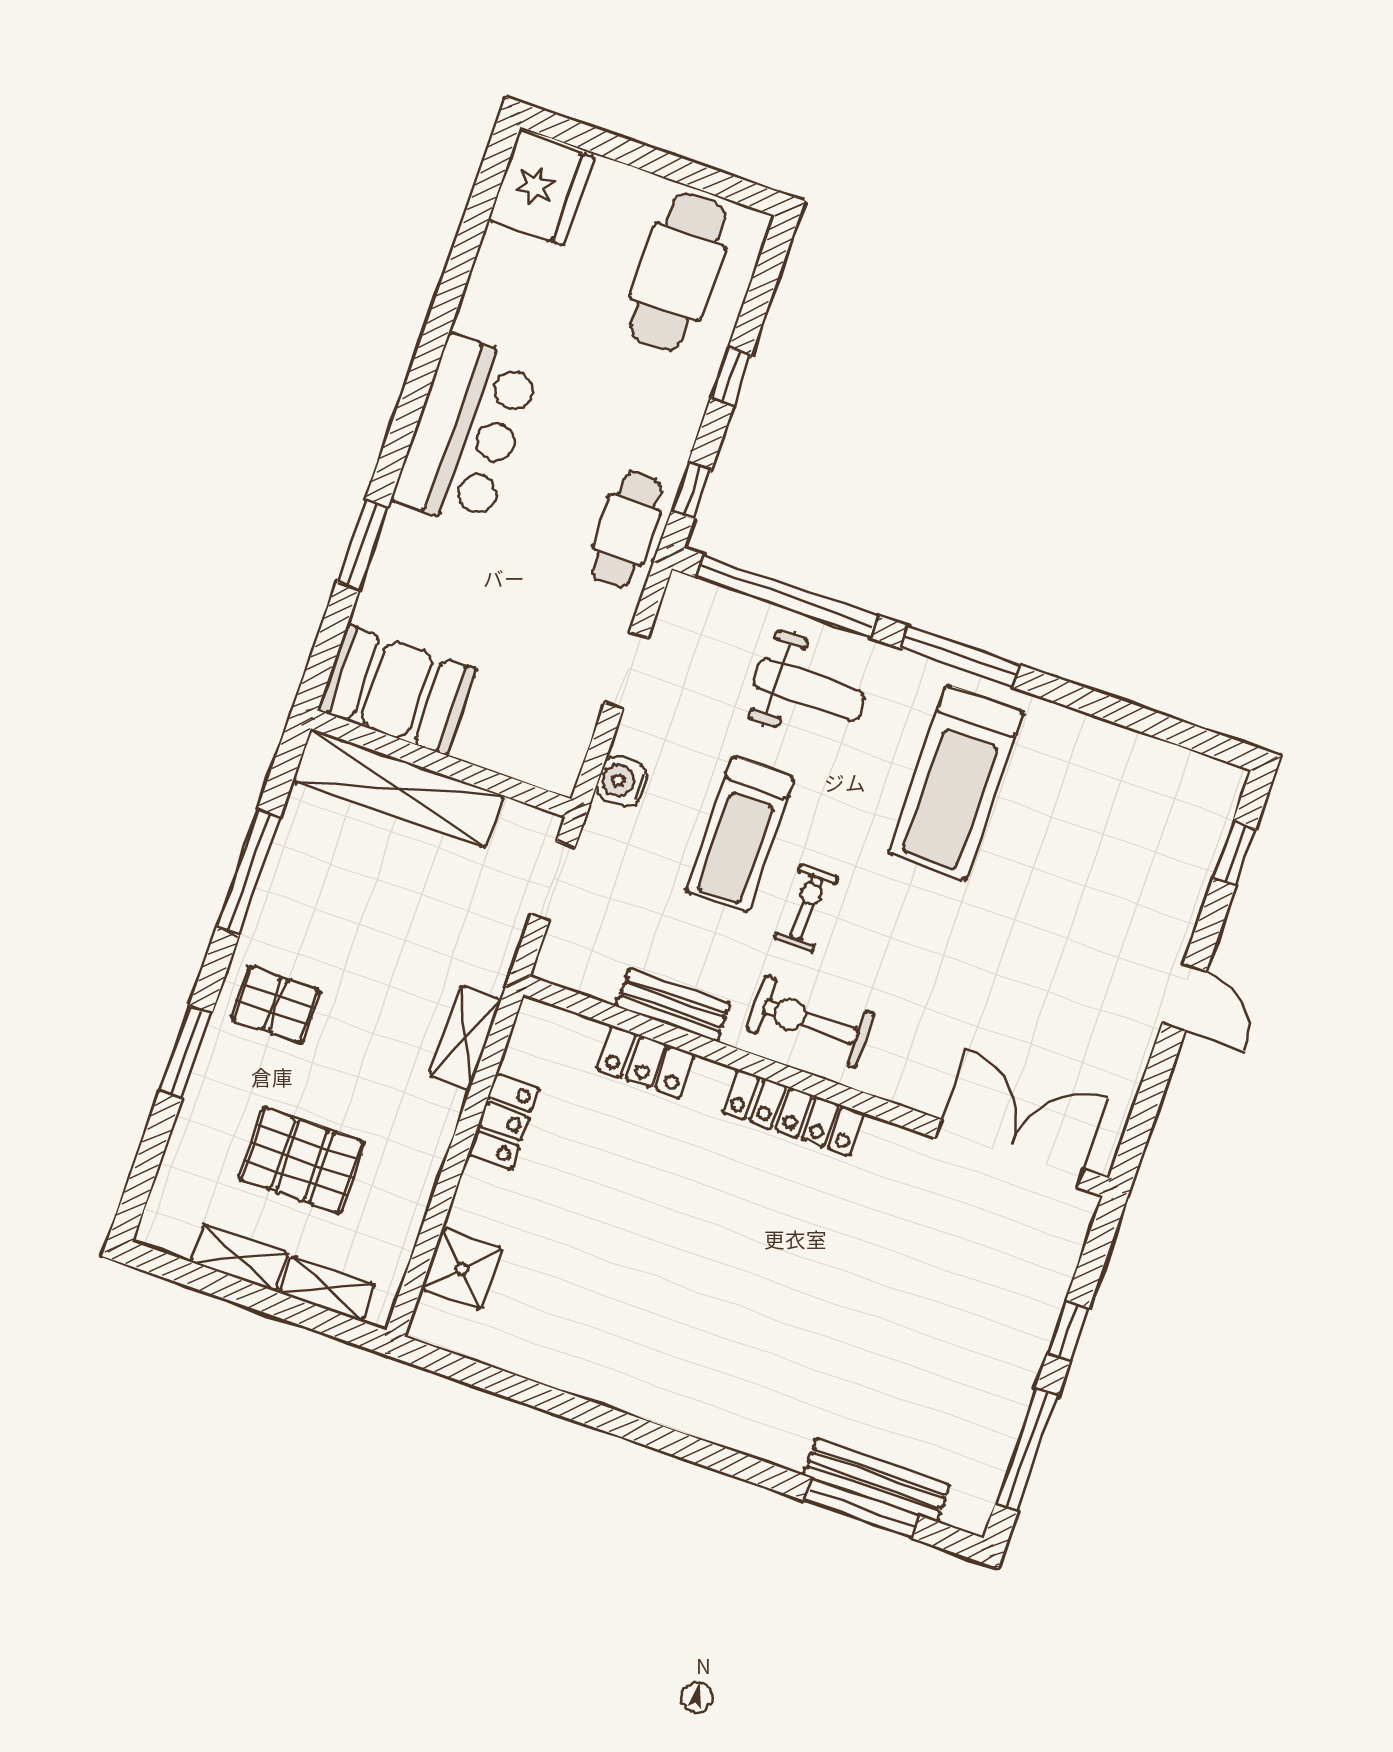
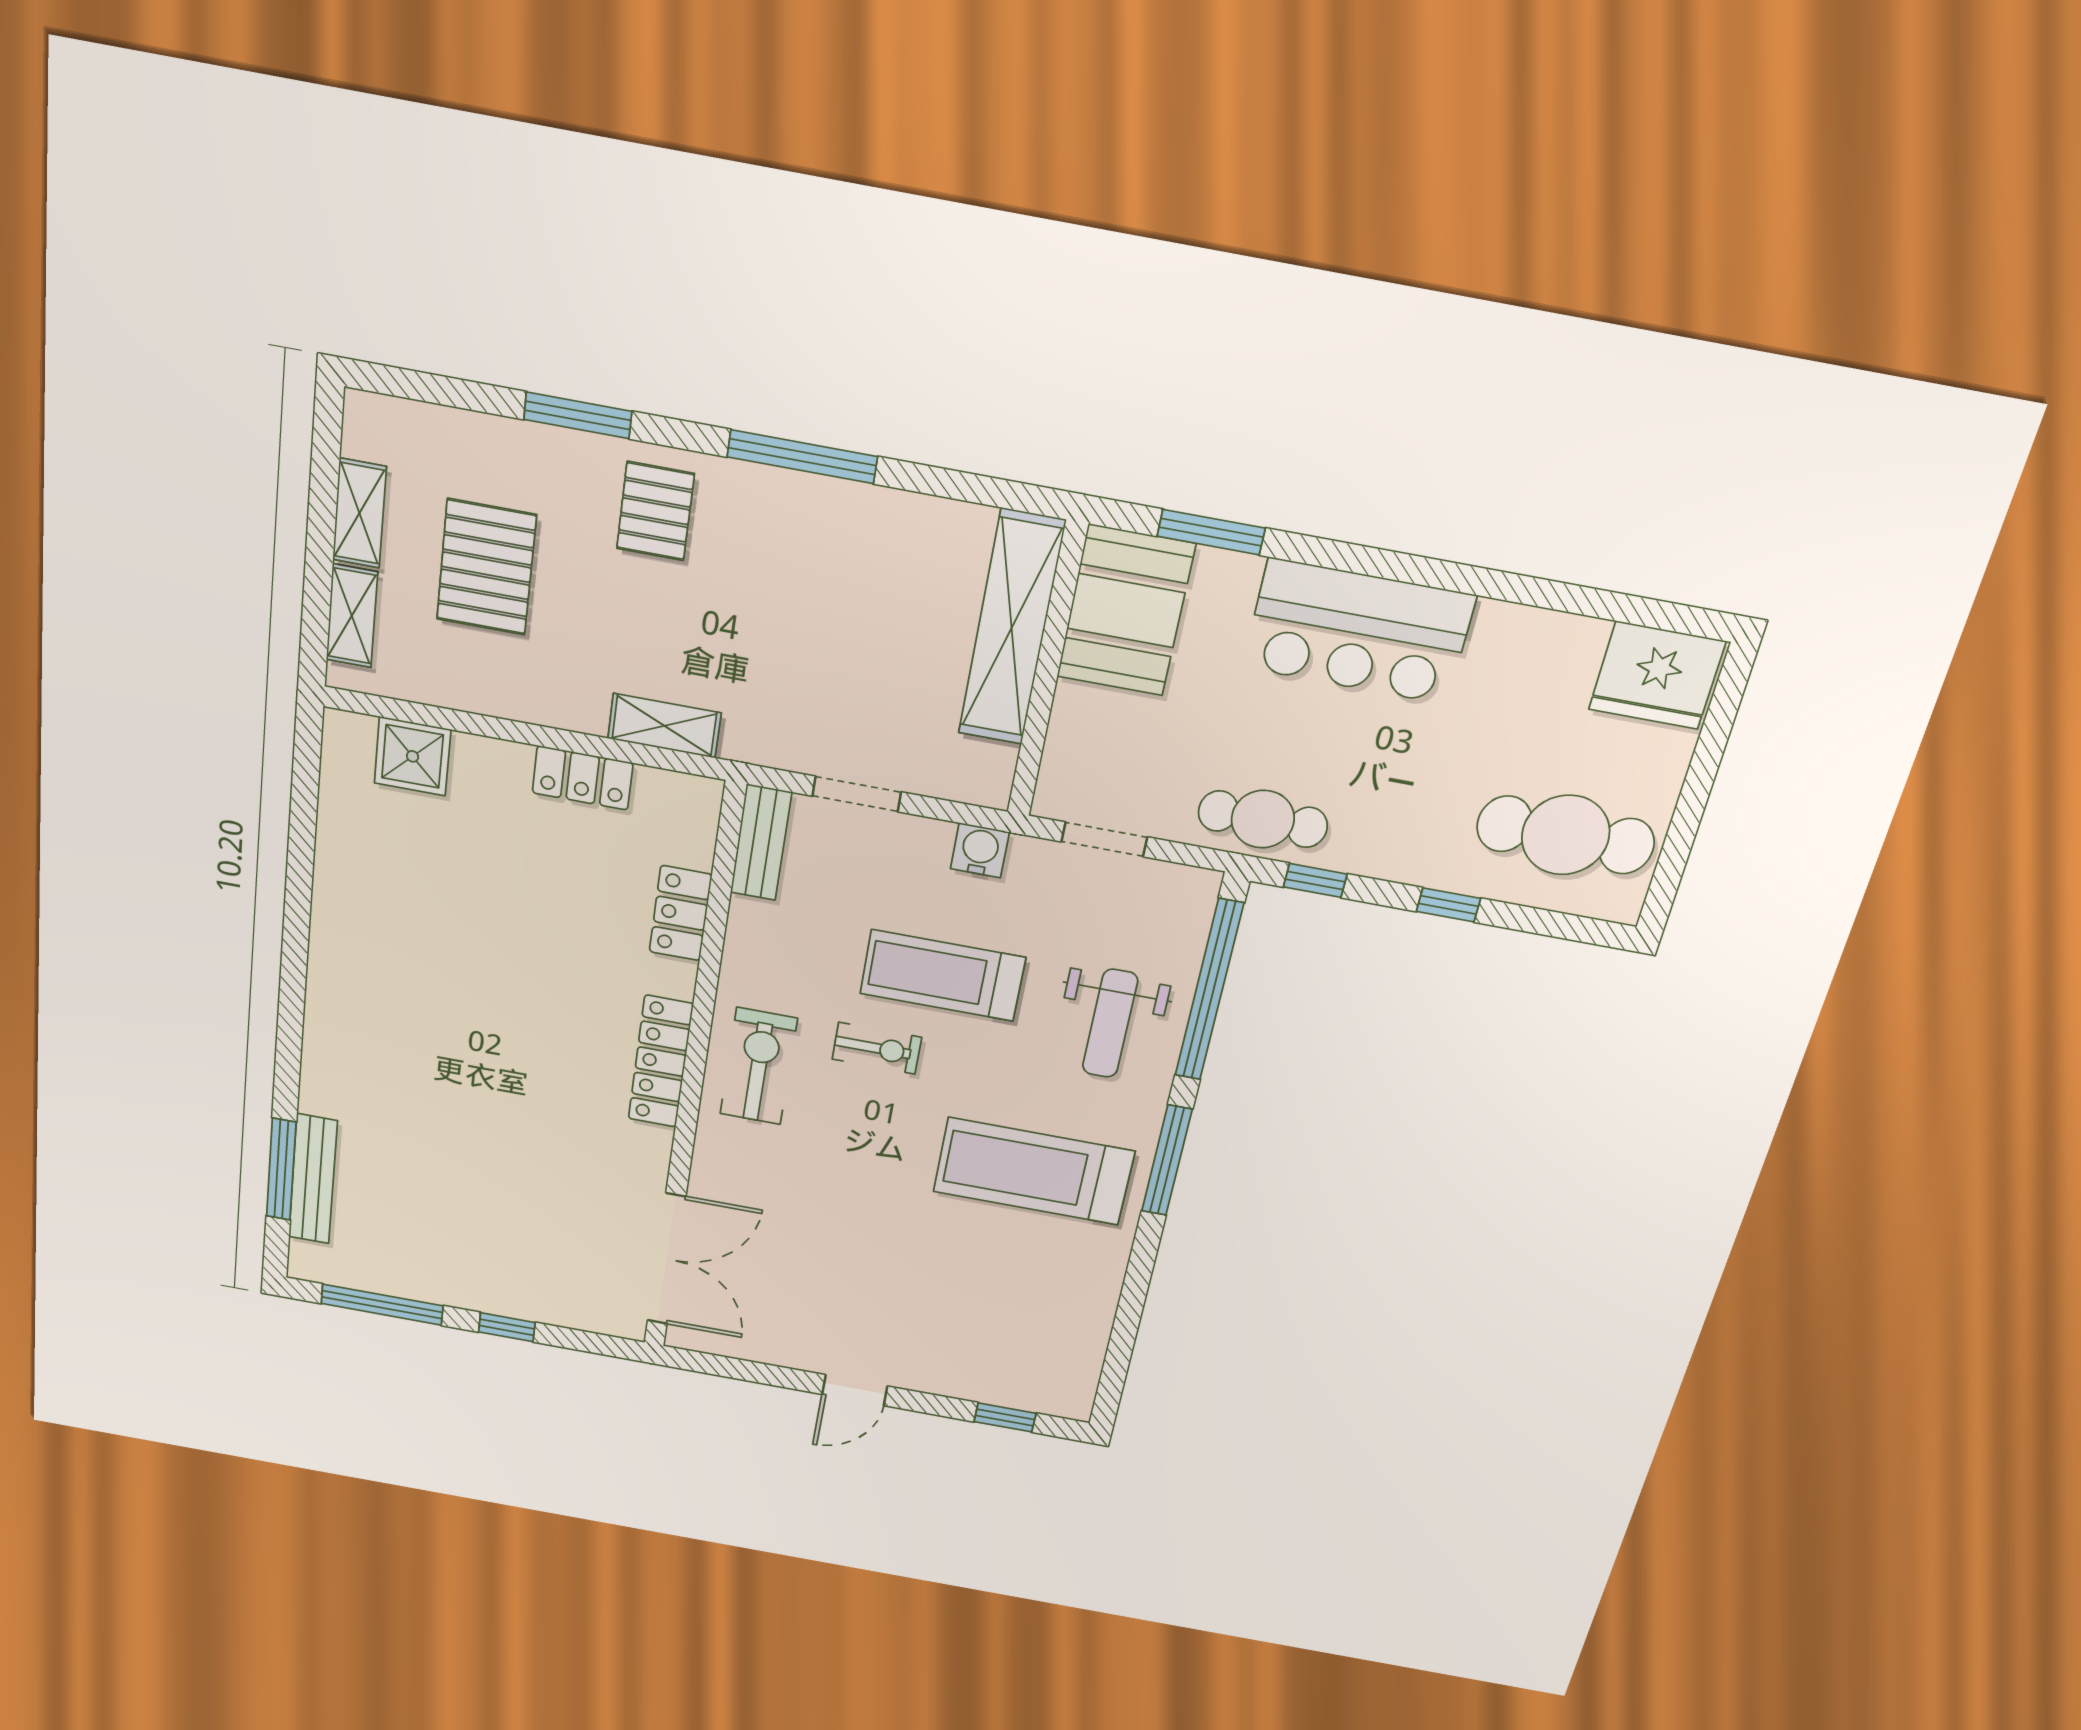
booth: (397, 690) -> (1126, 611), moved
wall: (441, 764) -> (1047, 672), moved
shelving: (398, 788) -> (1011, 628), moved
bench: (673, 1005) -> (761, 843), moved

